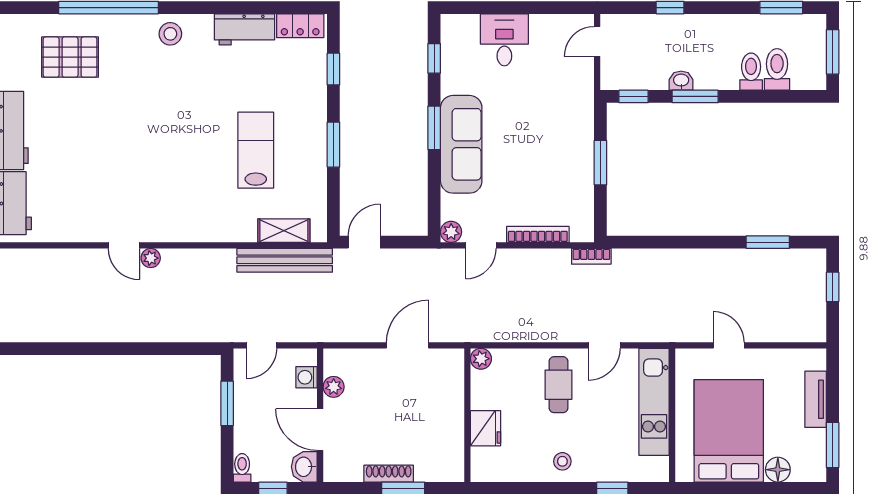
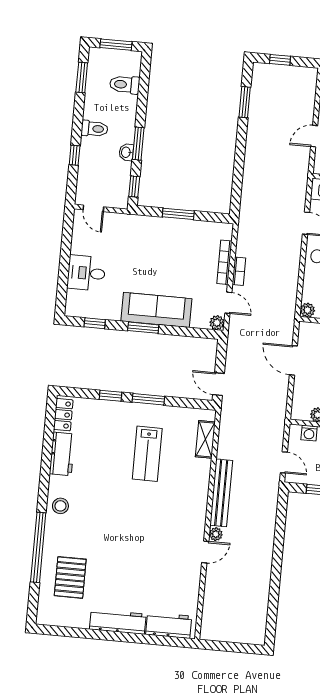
window: (333, 69) -> (110, 396), moved
toilet: (751, 72) -> (94, 129), moved, turned 180
lab bench: (256, 150) -> (147, 454), turned -90
bookcase: (591, 256) -> (239, 271), moved
bench: (285, 260) -> (221, 493), moved

